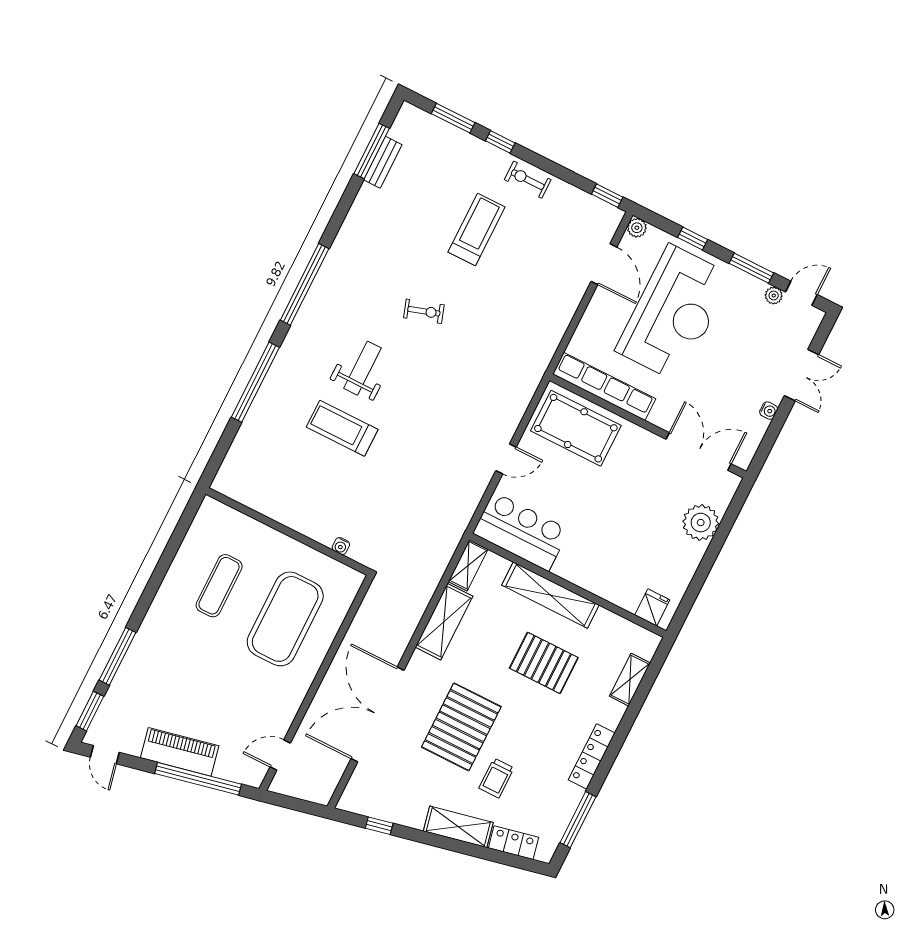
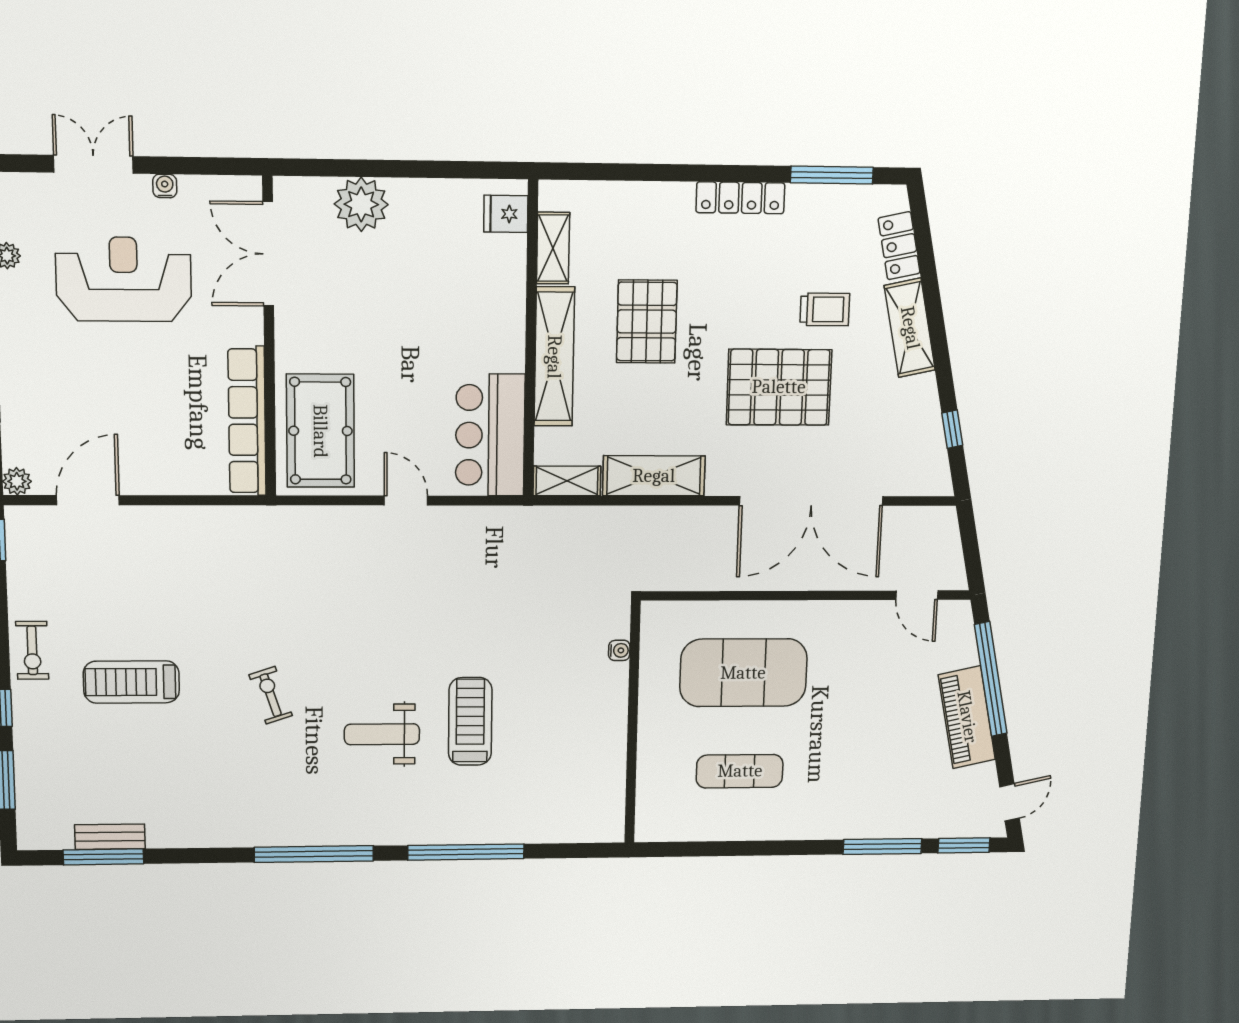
reception desk: (674, 313) -> (124, 279), moved, width x0.74, depth x0.77
treadmill: (342, 428) -> (470, 721), turned 180
shelving: (630, 680) -> (553, 248), moved, turned 90

